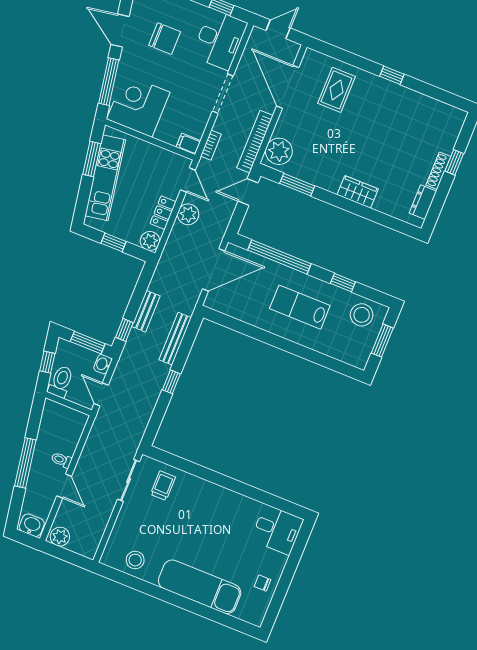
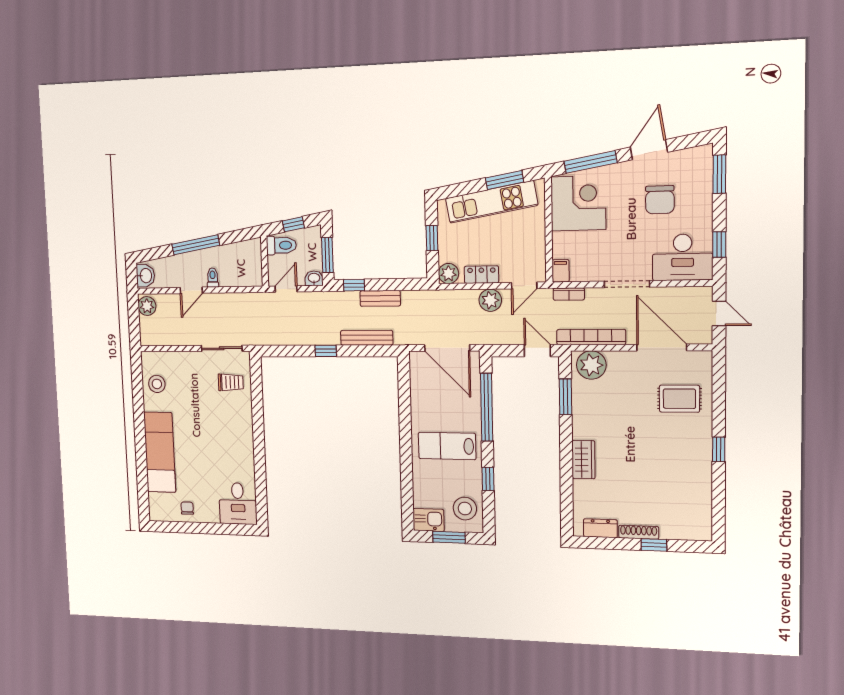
door: (288, 87) -> (662, 348), hinge flipped
lab bench: (300, 307) -> (447, 446), turned -90
kitchen sink: (360, 353) -> (429, 520), added

